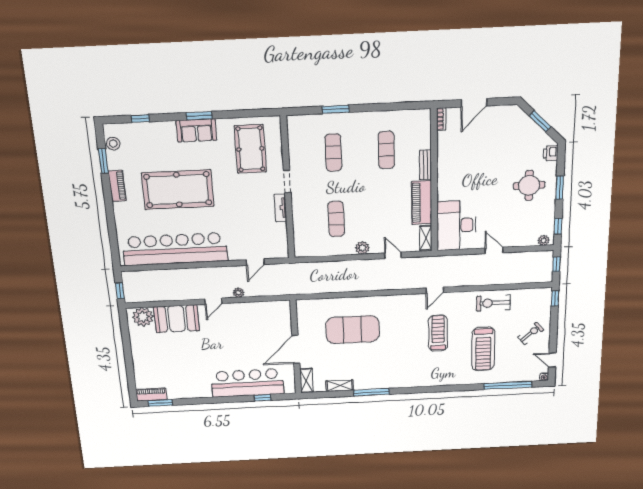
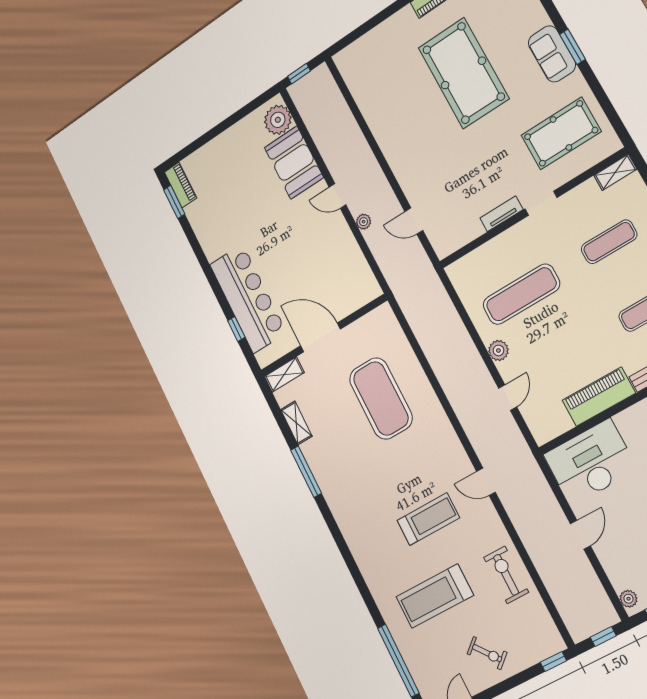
exercise mat: (336, 219) -> (521, 294), width x1.36, depth x1.45
shelving: (426, 238) -> (615, 172), moved
bar counter: (175, 249) -> (384, 112), removed

